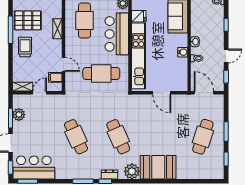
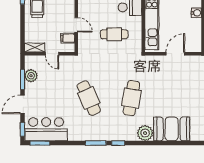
cafe table: (101, 74) -> (114, 34), width x0.73, depth x0.74
door: (40, 93) -> (52, 54), swing flipped
door: (162, 93) -> (175, 54), swing flipped
cafe table: (118, 137) -> (131, 98), turned 33
dresser: (109, 174) -> (122, 136), removed

